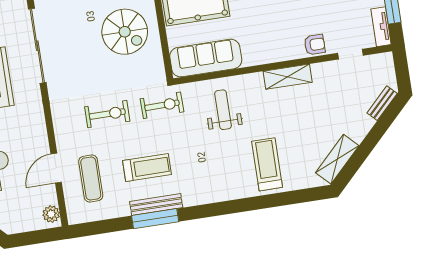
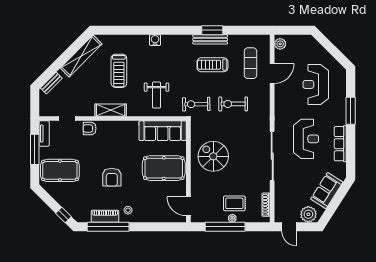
shelving: (337, 159) -> (81, 56), width x1.47
treadmill: (267, 164) -> (119, 71), moved
water cooler: (238, 191) -> (155, 40), added
window: (155, 219) -> (212, 30), width x0.69

